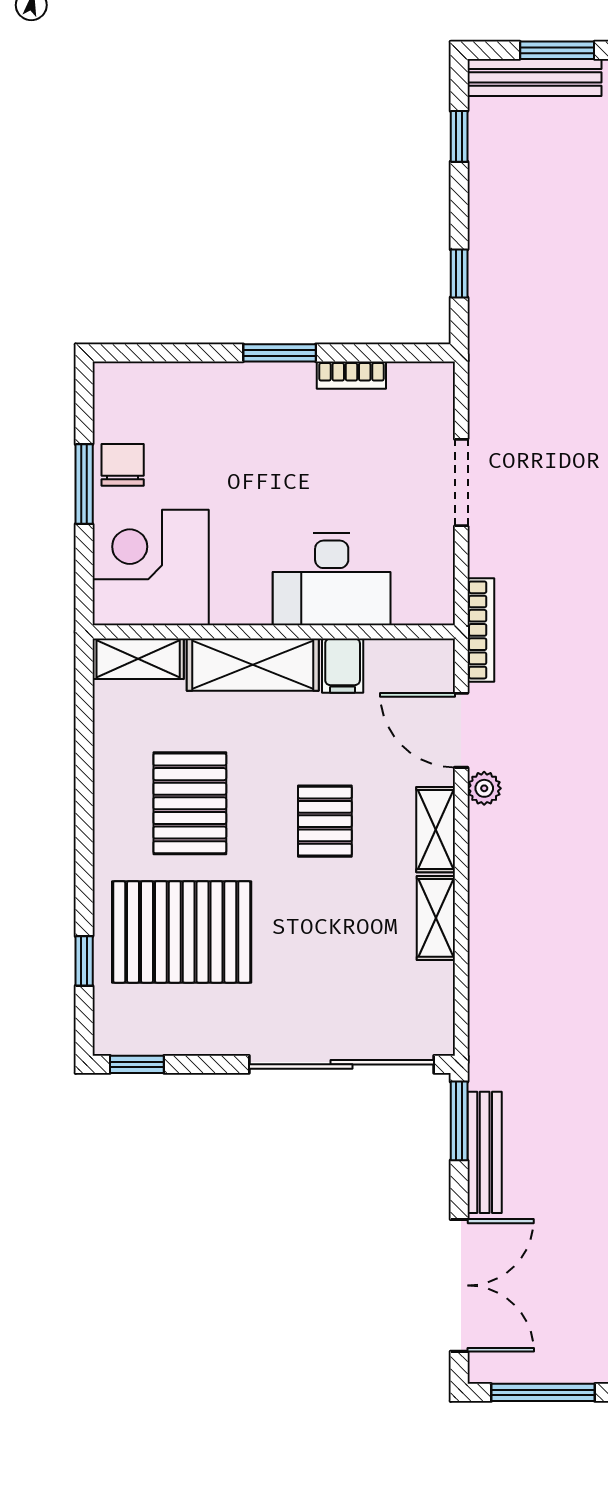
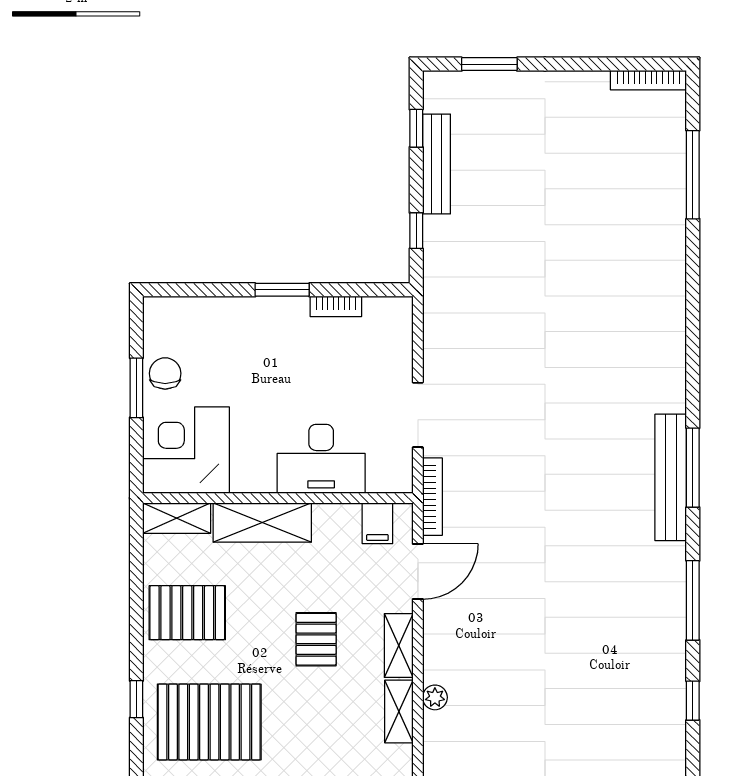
bench: (534, 77) -> (437, 164), moved, turned 90
doorway: (461, 483) -> (418, 415), moved
filing cabinet: (343, 666) -> (377, 523), moved
door: (461, 730) -> (418, 571), swing flipped
plant: (484, 788) -> (435, 697), moved
pallet: (190, 803) -> (187, 613), moved, turned 90
window: (84, 961) -> (136, 699), moved

